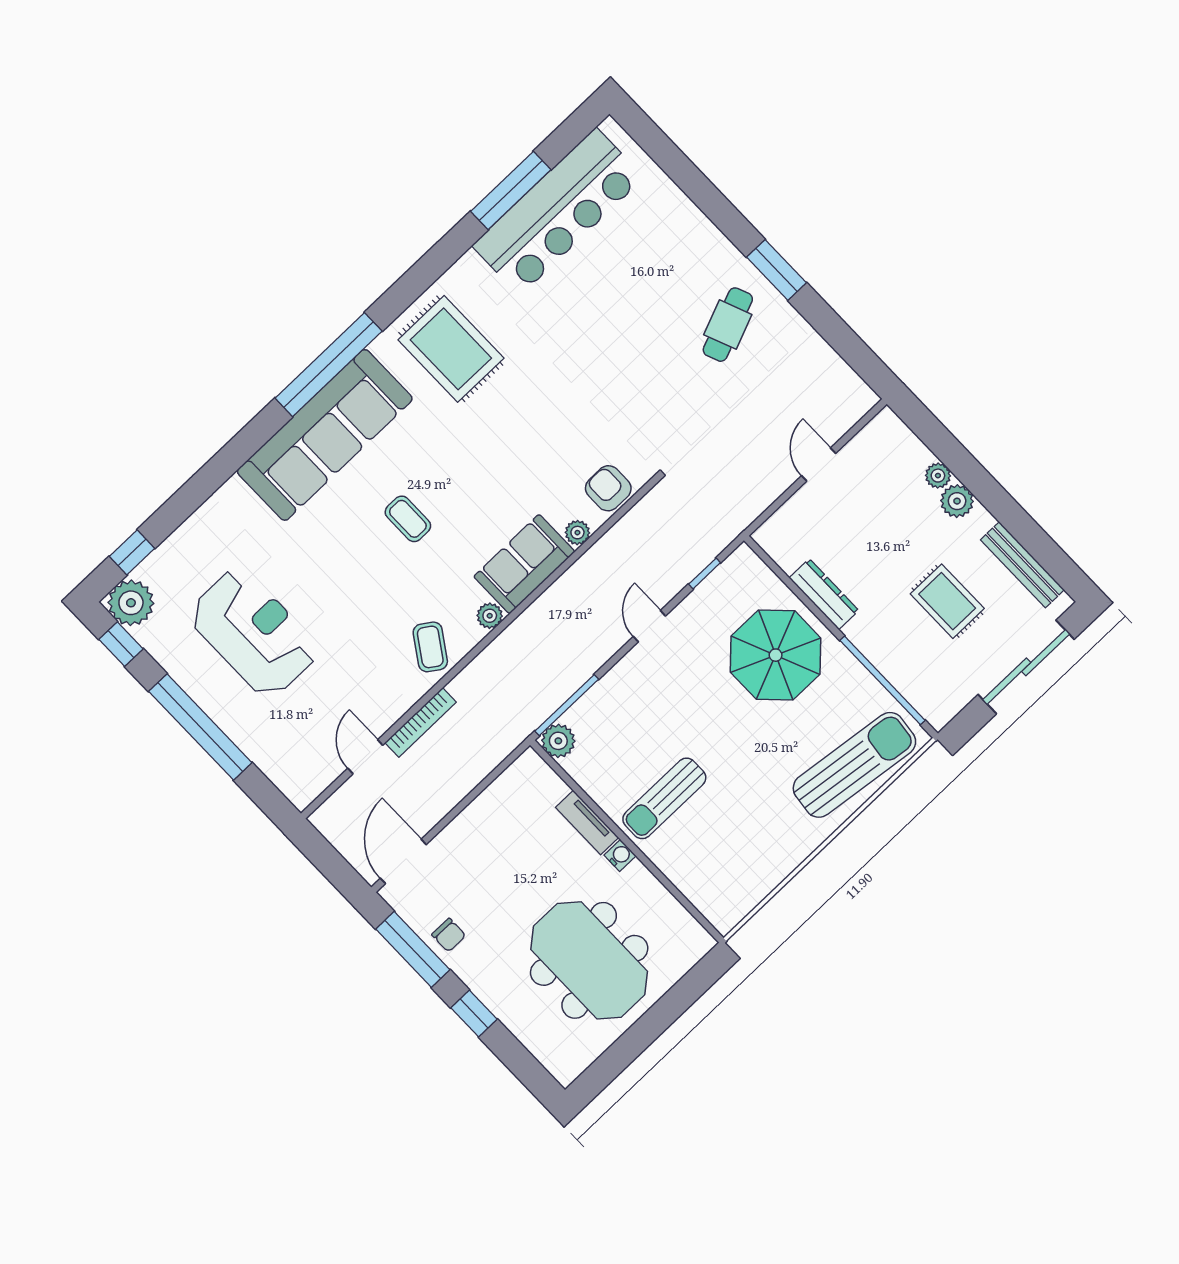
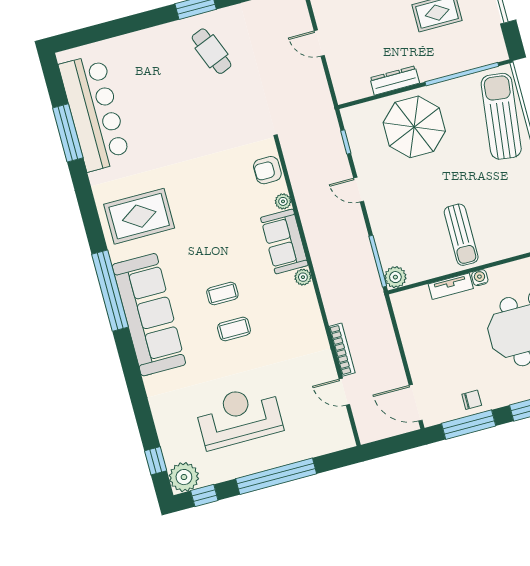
coffee table: (430, 647) -> (234, 329), moved, turned -34

